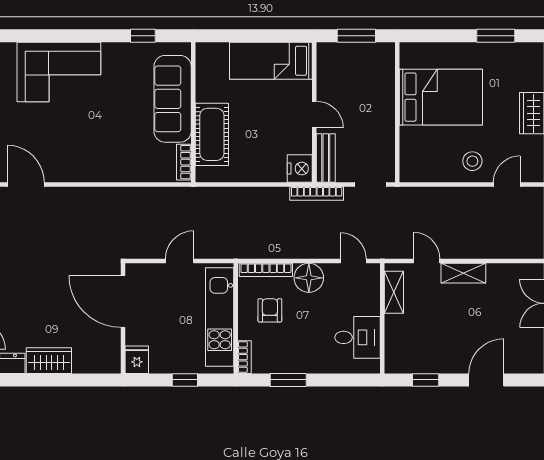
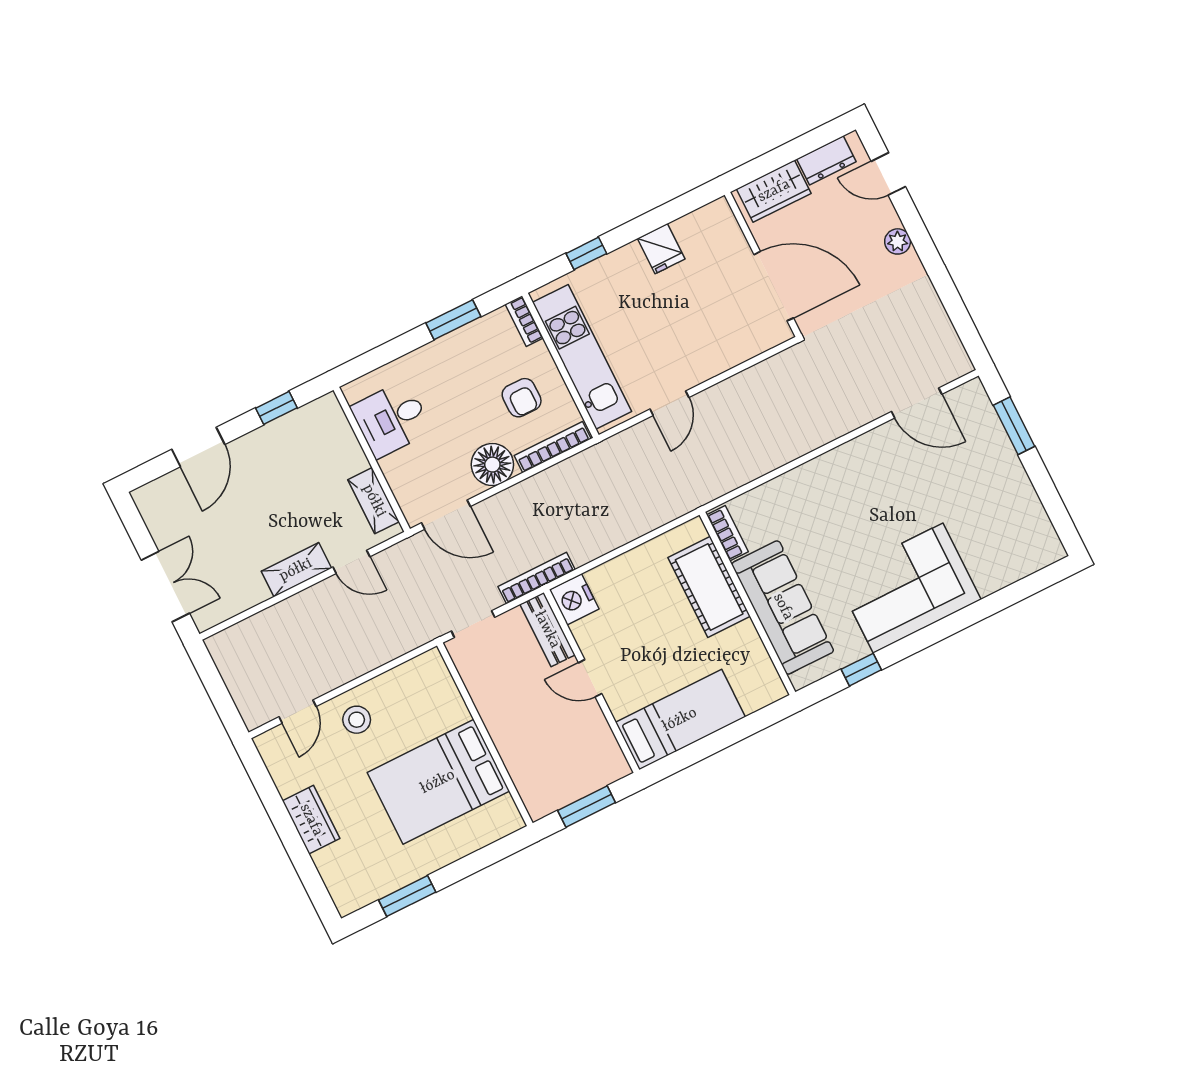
corner sofa: (59, 72) -> (908, 588), moved
door: (353, 261) -> (446, 515), width x1.38
door: (123, 301) -> (774, 286), moved
wall: (123, 318) -> (763, 264), moved

